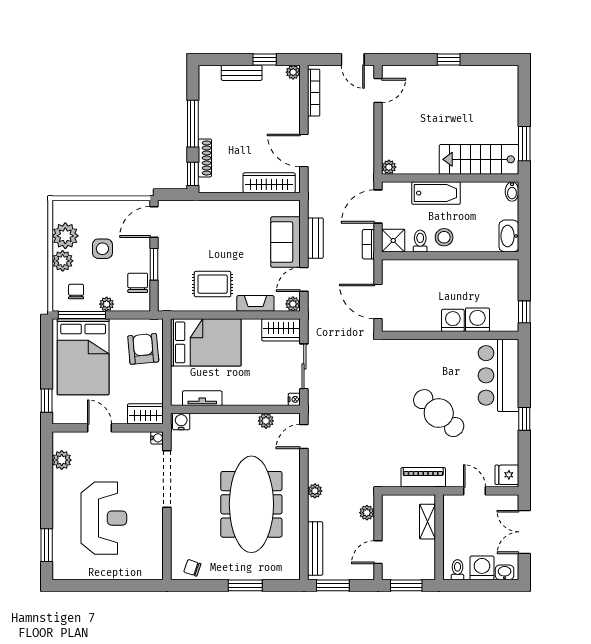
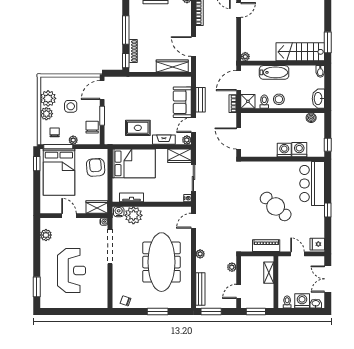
boiler: (497, 268) -> (311, 118), added
window: (47, 401) -> (37, 164), moved
plant: (266, 421) -> (133, 215), moved, width x1.88, depth x1.88

